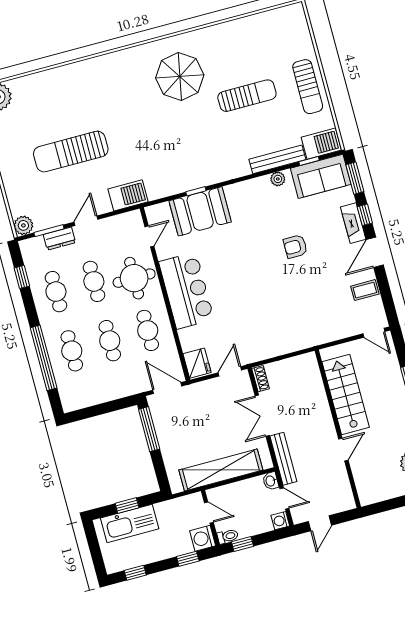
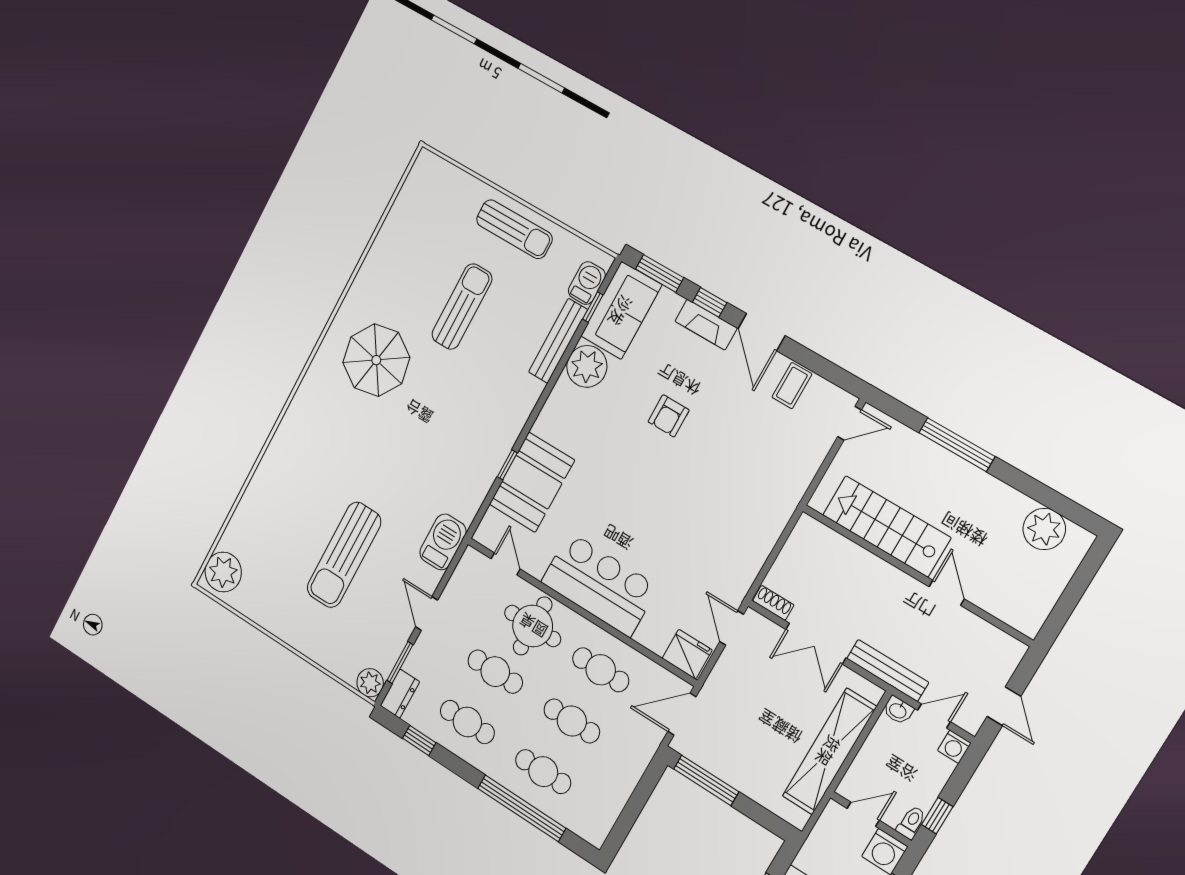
barbecue: (321, 144) -> (587, 283), width x0.73, depth x0.79
plant: (278, 179) -> (587, 366), width x1.88, depth x1.88
dresser: (59, 238) -> (400, 694), moved

